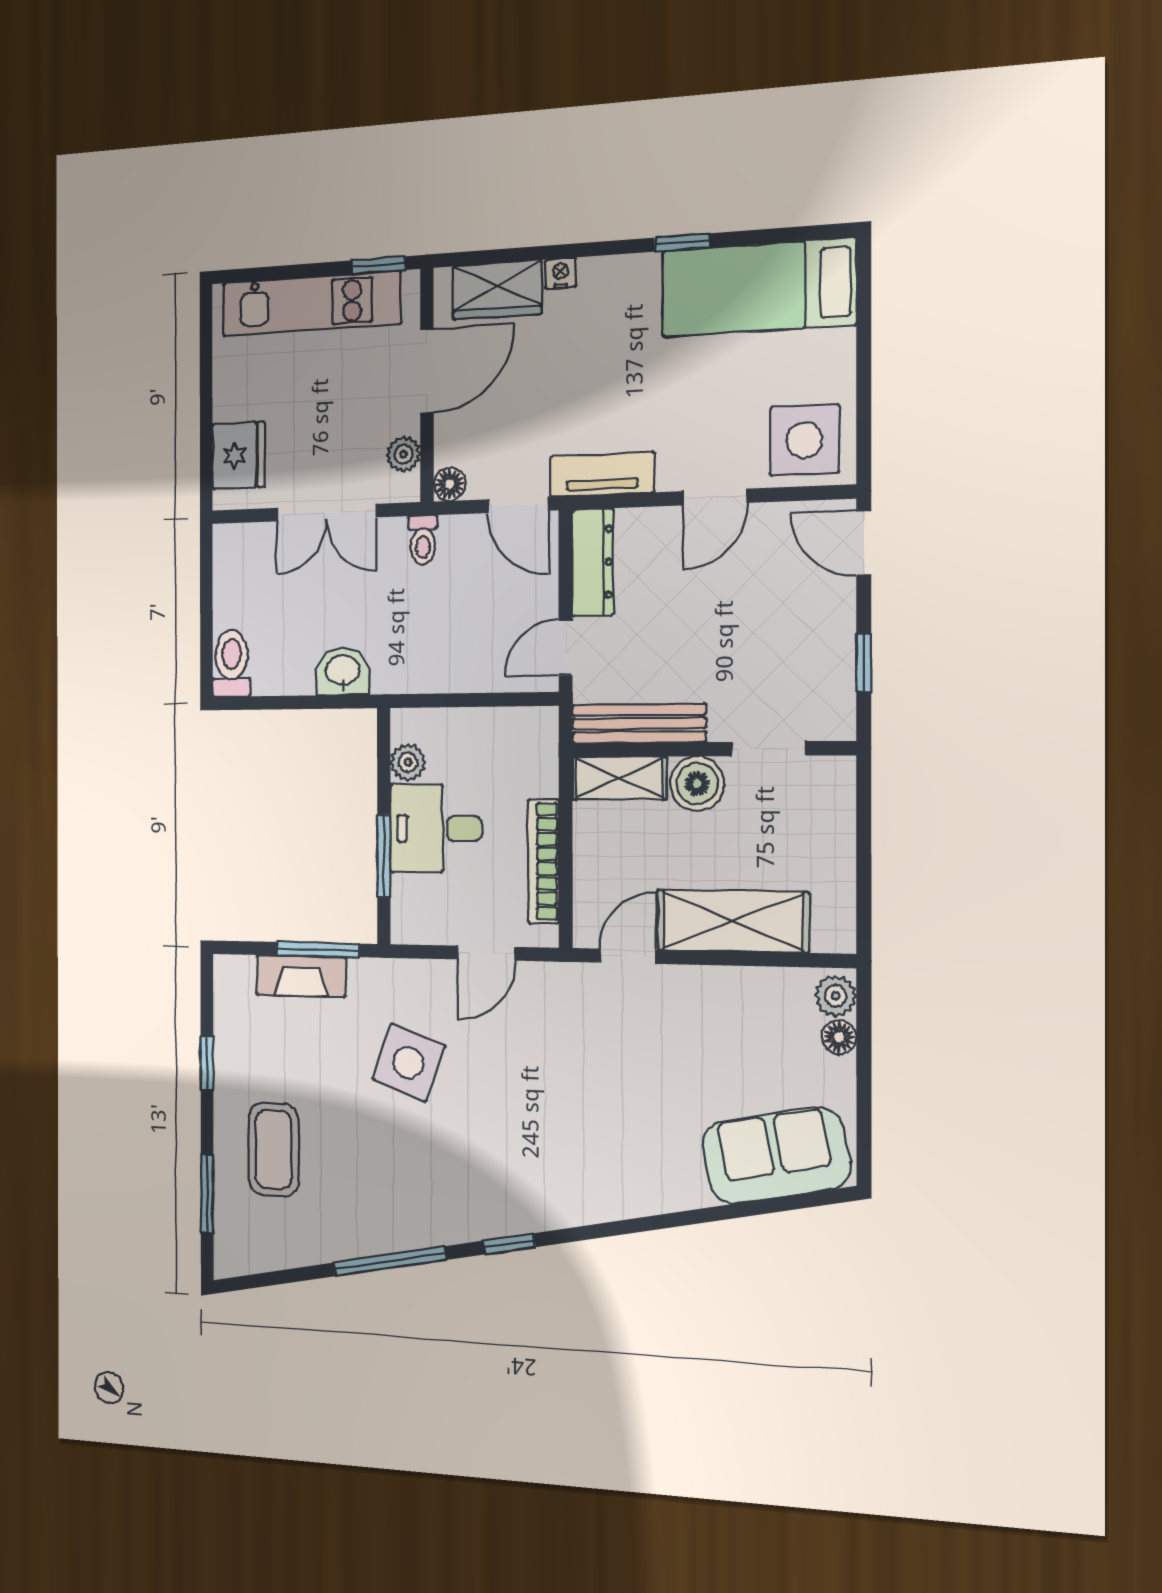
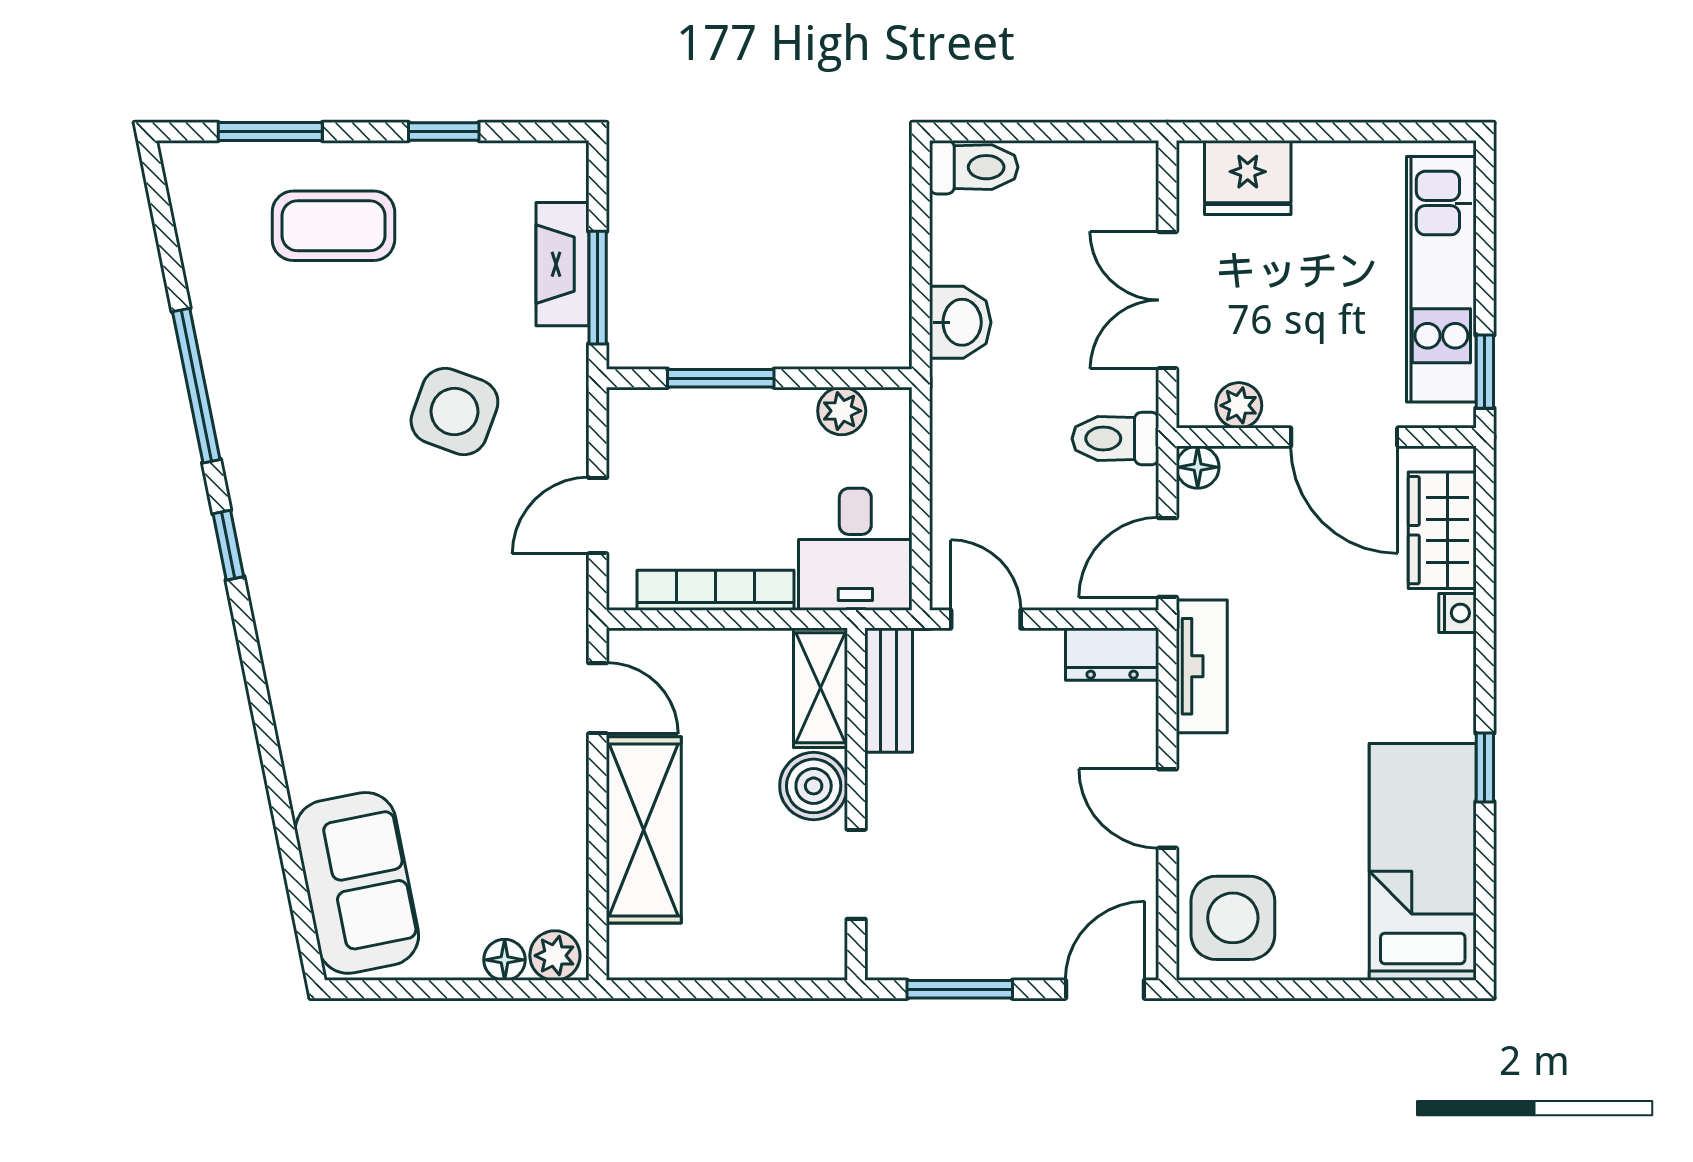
toilet: (423, 540) -> (1115, 439), width x1.37, depth x1.39
dresser: (593, 562) -> (1112, 654), width x0.70
window: (864, 663) -> (960, 989), width x1.50
bench: (639, 723) -> (889, 690), width x0.73
desk: (436, 829) -> (855, 549), moved, turned 180
door: (486, 953) -> (598, 516), hinge flipped

